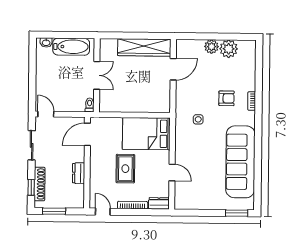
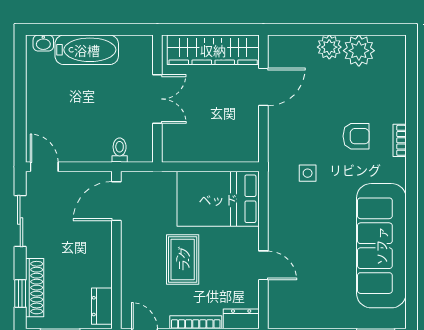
double door: (97, 75) -> (157, 99), moved
wall: (97, 75) -> (157, 99), moved
dresser: (79, 173) -> (102, 306), moved

